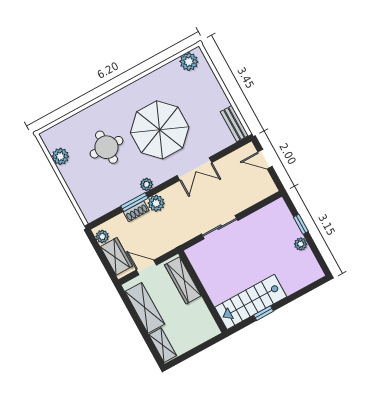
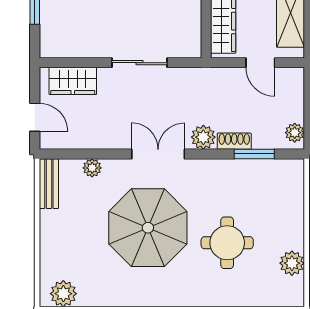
double door: (194, 169) -> (158, 154), moved
plant: (146, 184) -> (92, 168), moved
window: (134, 202) -> (254, 154), moved
wardrobe: (116, 256) -> (73, 81), moved, turned -90

